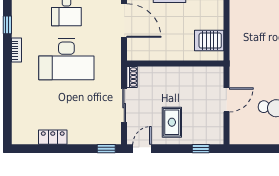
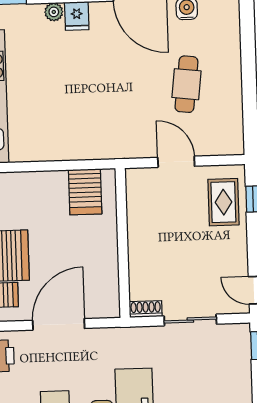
rug: (172, 122) -> (223, 202), moved, turned 90

